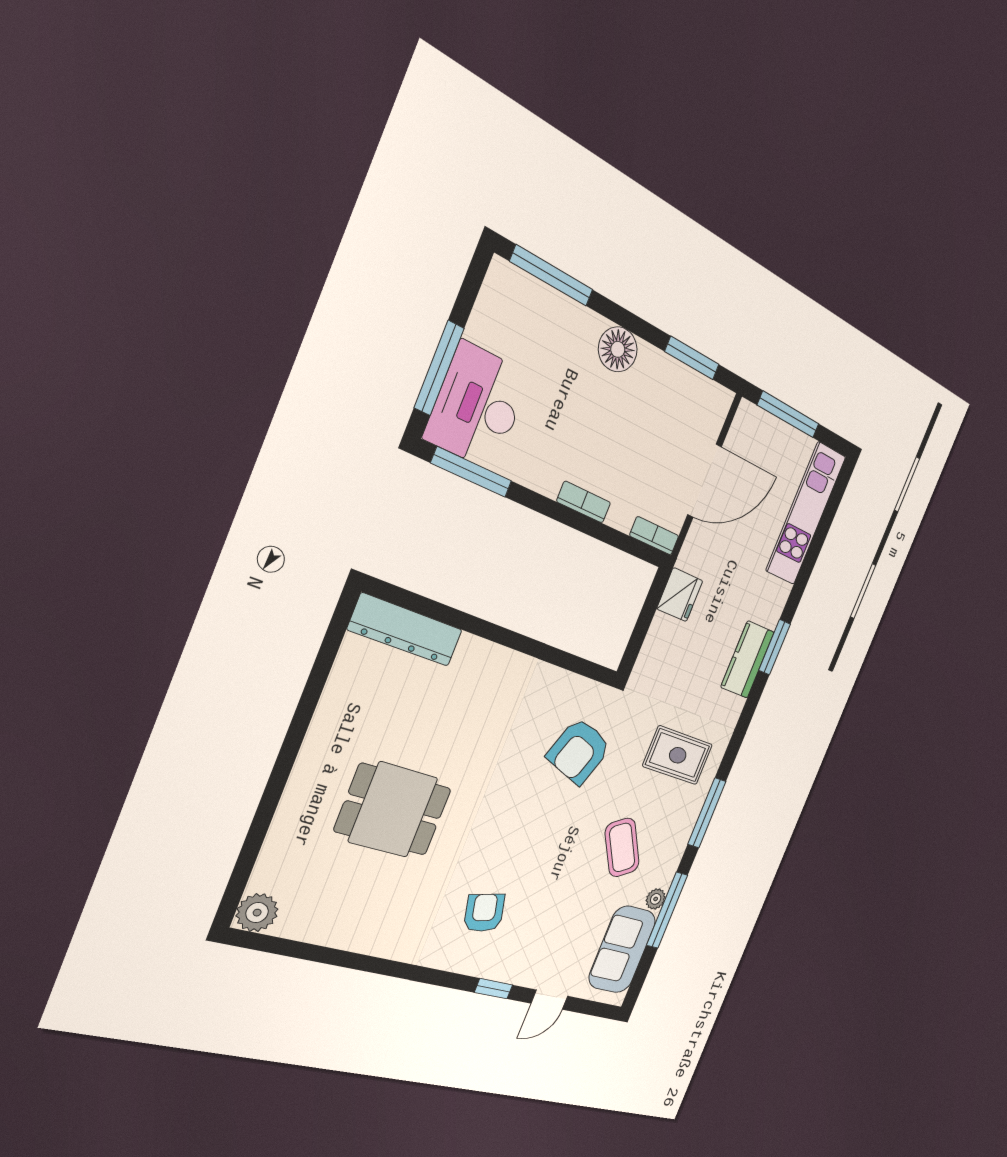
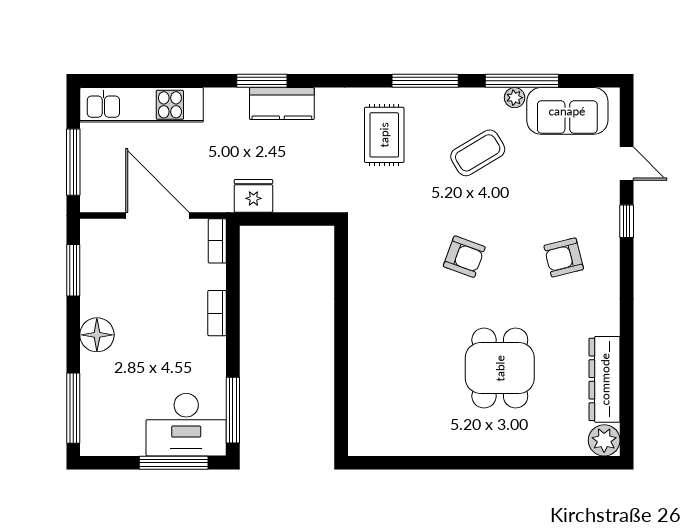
dresser: (405, 630) -> (605, 379), moved, turned 180
armchair: (579, 751) -> (464, 257), moved, width x0.72, depth x0.72

